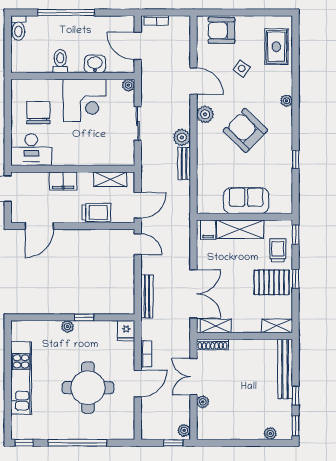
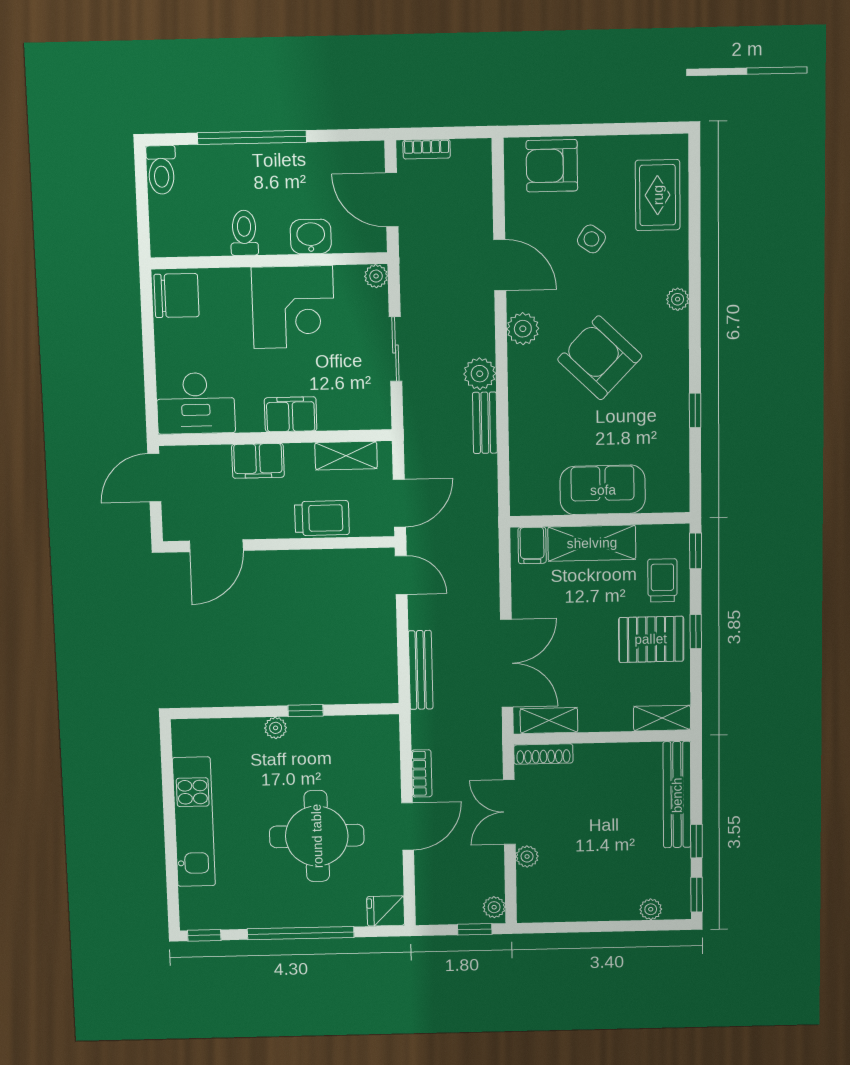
chair: (38, 113) -> (177, 296), moved, turned 90
filing cabinet: (81, 157) -> (291, 414), added
fridge: (126, 331) -> (386, 911), moved, turned 90

